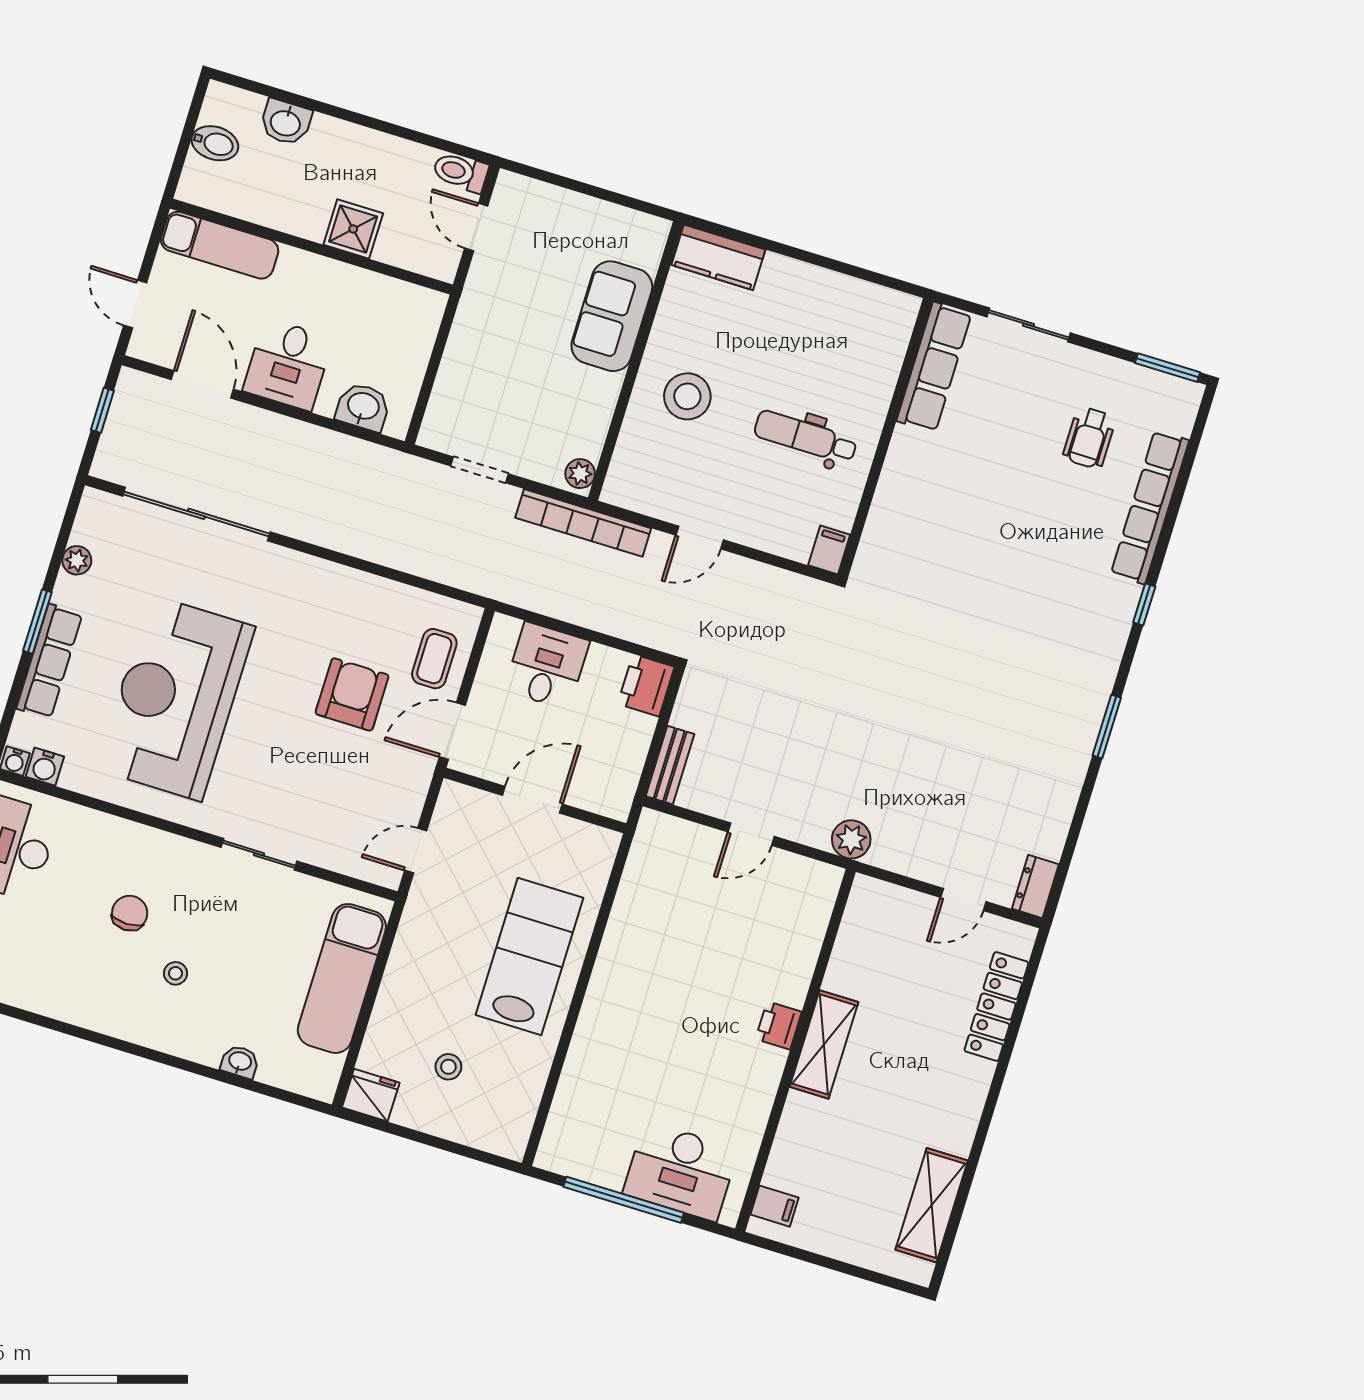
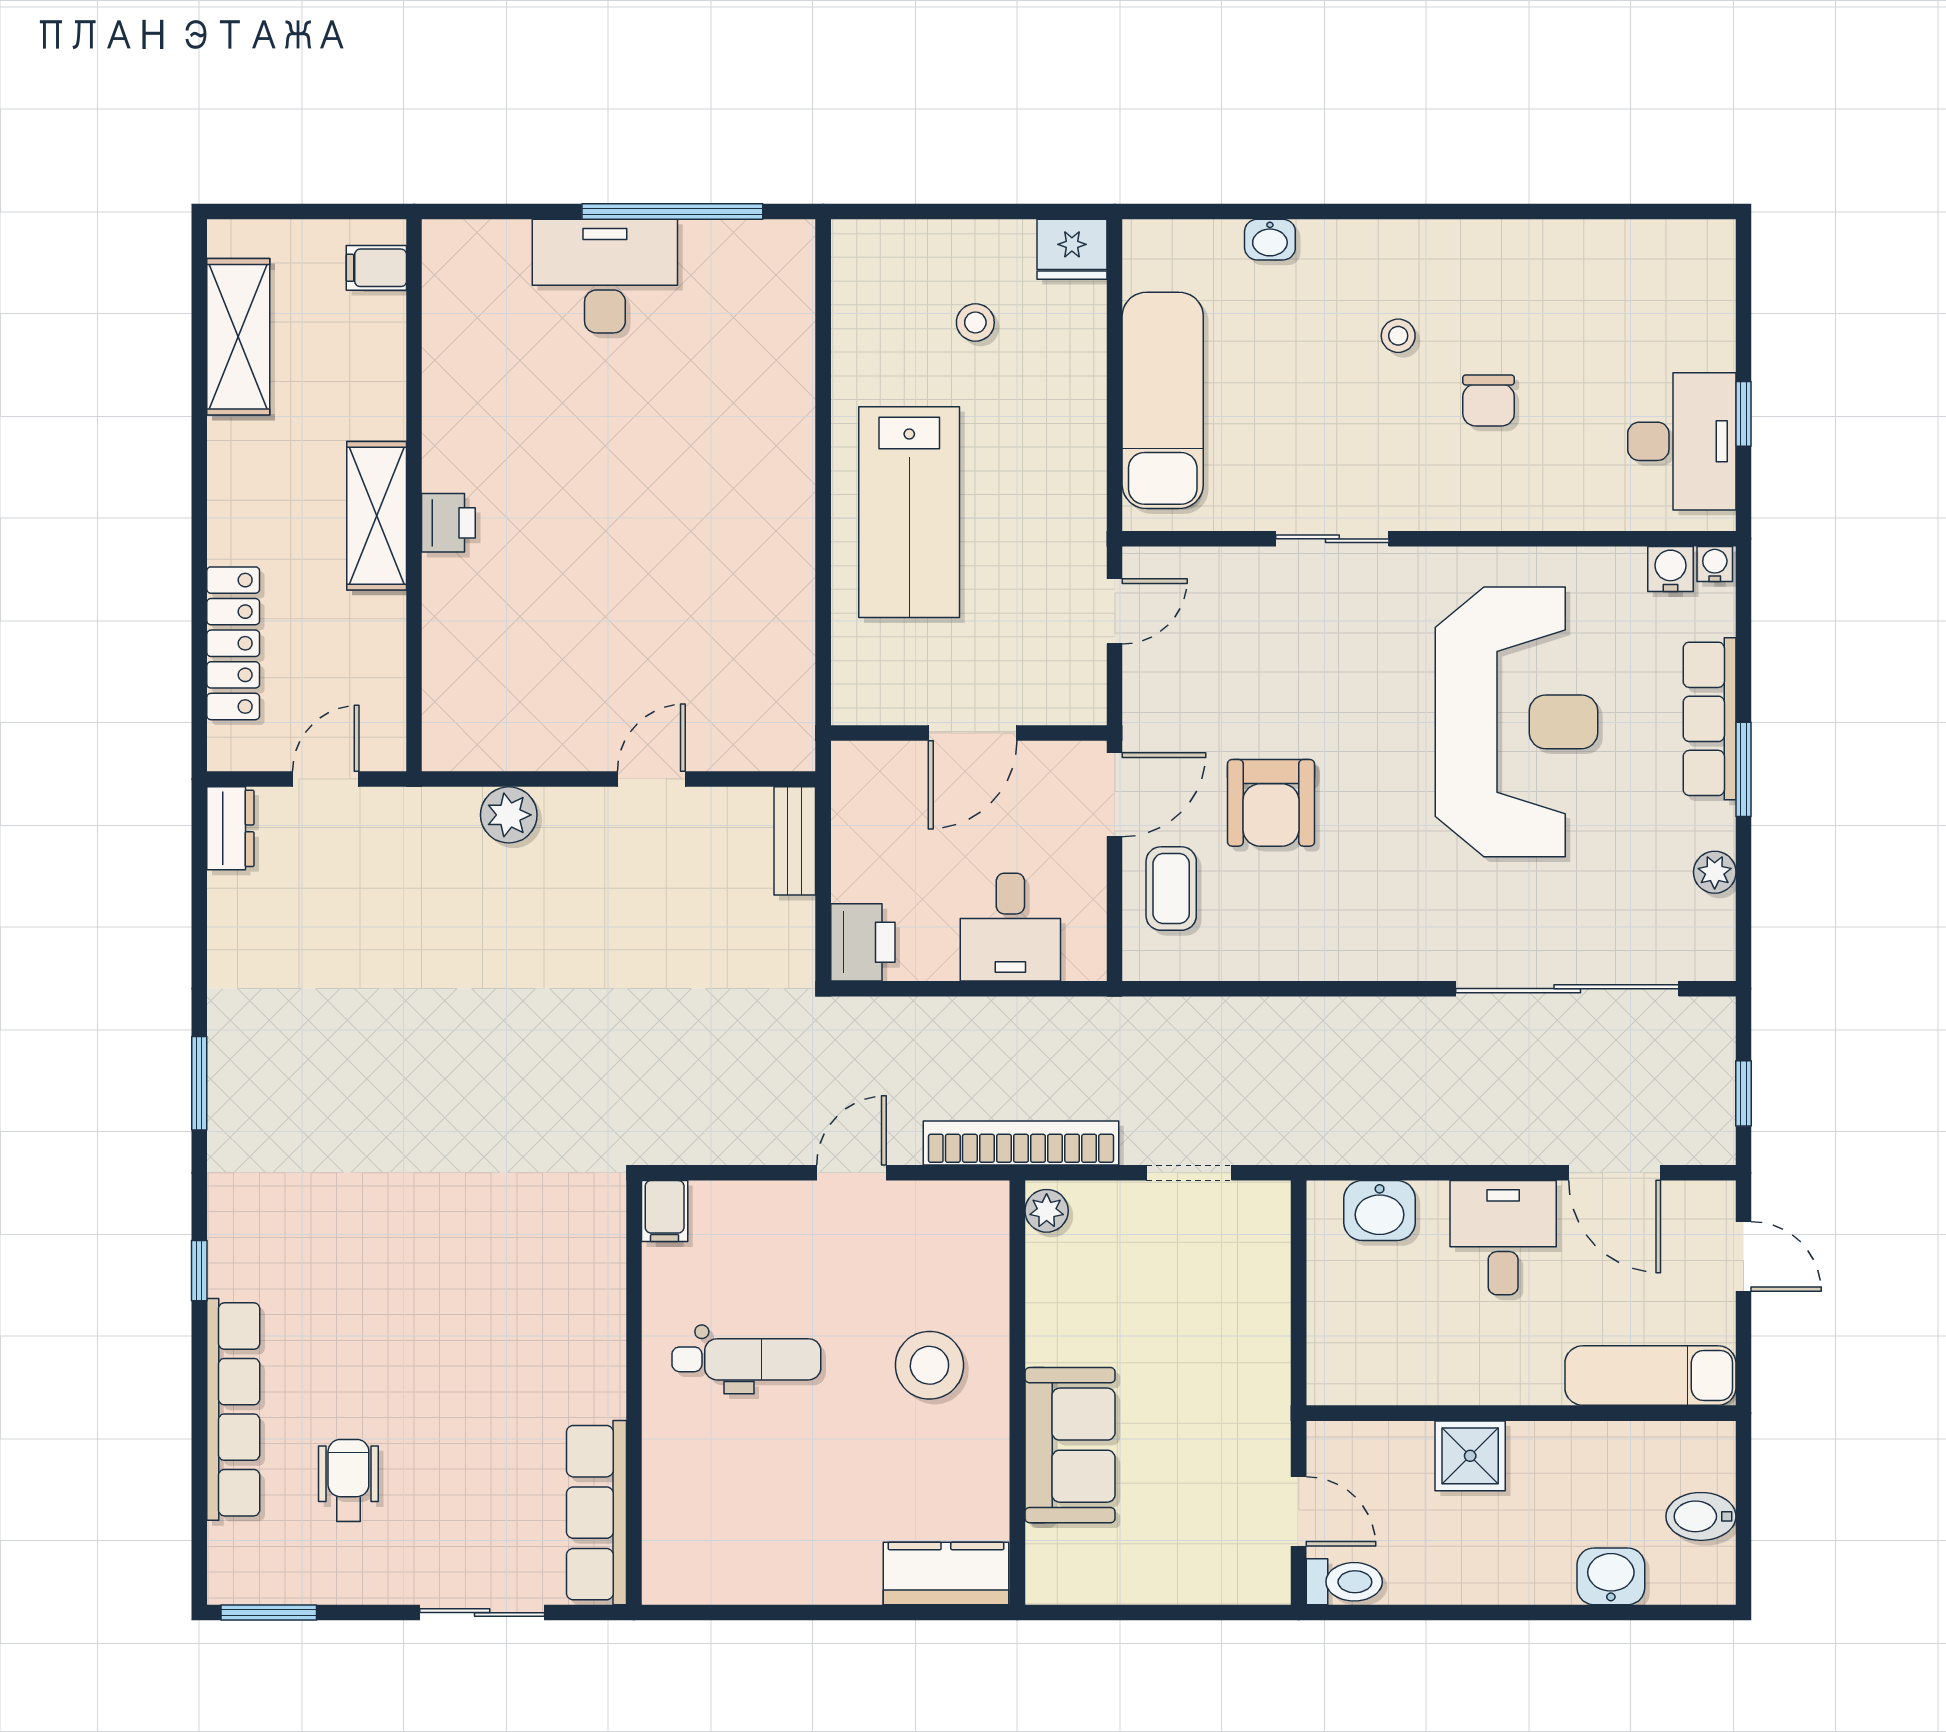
printer: (779, 1025) -> (448, 523), moved
shelving: (824, 1044) -> (377, 516), moved
wall: (796, 1050) -> (414, 495), moved
filing cabinet: (774, 1206) -> (376, 268), moved

